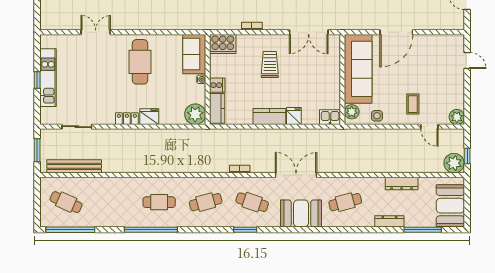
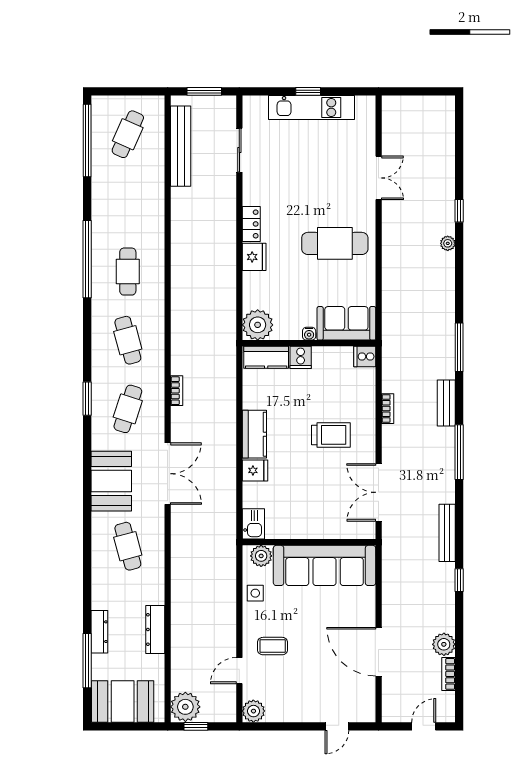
door: (396, 32) -> (379, 652), moved
cooker: (223, 44) -> (365, 356), width x0.53, depth x0.76
dresser: (389, 221) -> (99, 632), moved

